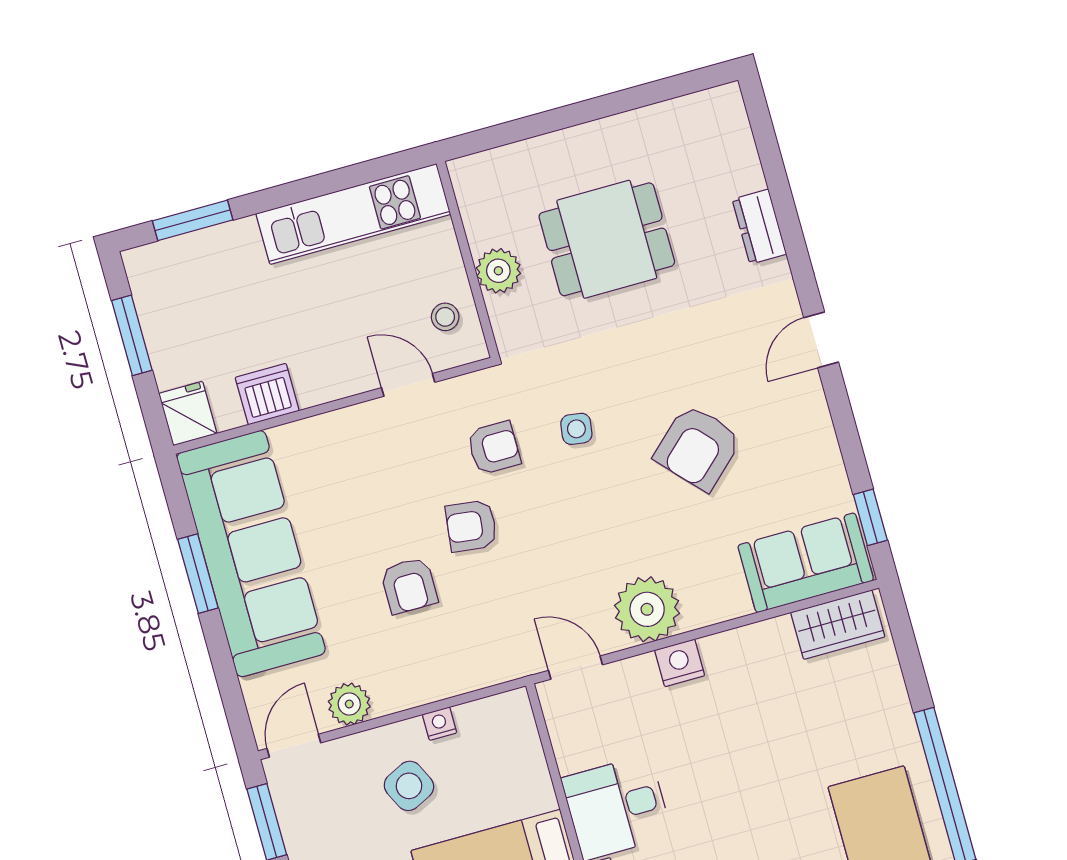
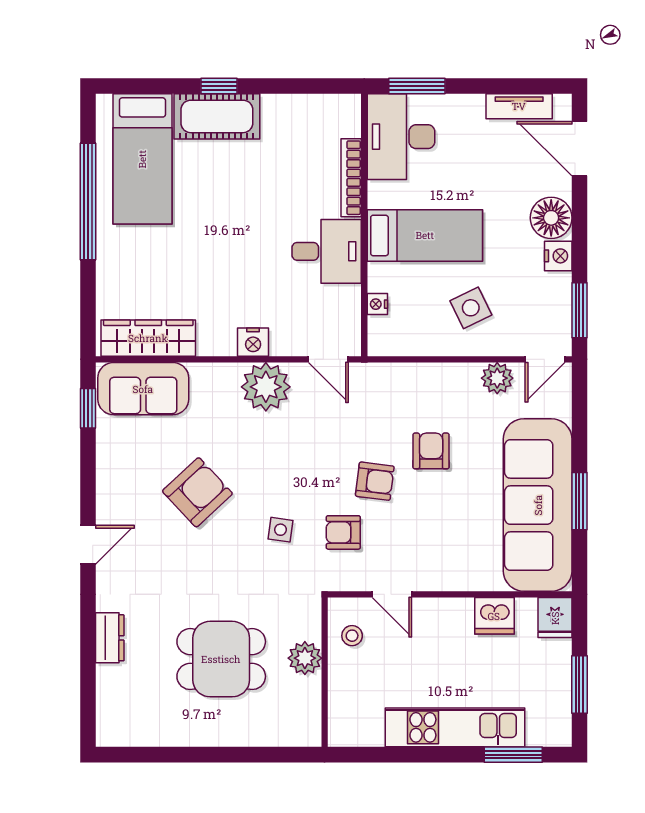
kitchen unit: (353, 214) -> (455, 727), moved
wardrobe: (838, 625) -> (148, 338), width x1.50
nightstand: (440, 724) -> (377, 304), moved, turned 90

